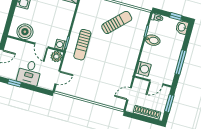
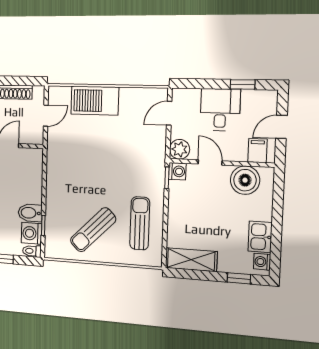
sun lounger: (82, 45) -> (140, 223), moved
filing cabinet: (15, 46) -> (257, 151), added
washing machine: (144, 69) -> (31, 233), moved
barbecue: (98, 95) -> (95, 101), added

